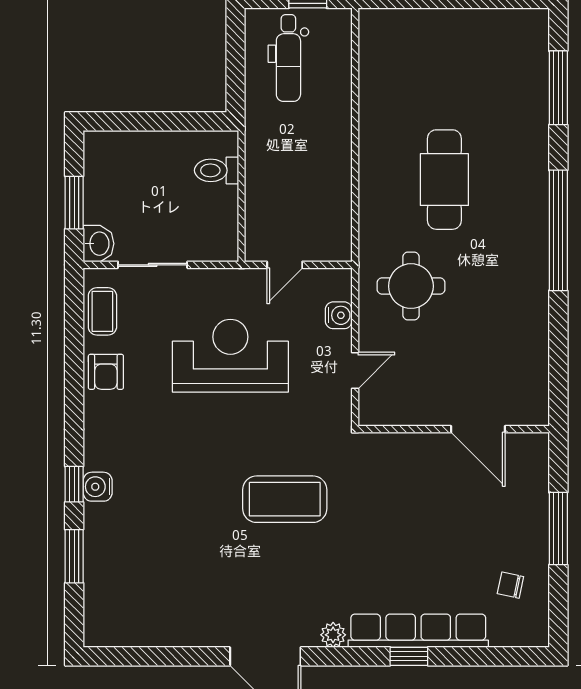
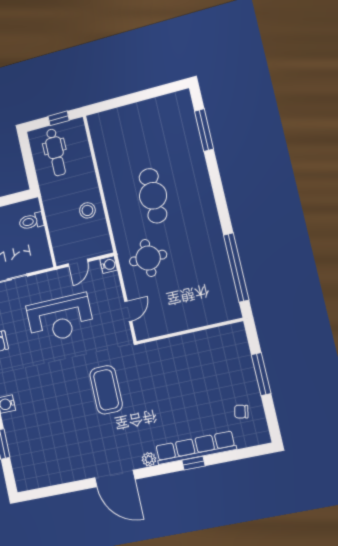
stool: (323, 176) -> (87, 210), added
window: (558, 230) -> (236, 268), moved
water cooler: (339, 315) -> (109, 265), moved
reception desk: (230, 356) -> (60, 318), turned 180
door: (478, 429) -> (203, 328), removed
coffee table: (285, 499) -> (106, 390), turned 90

